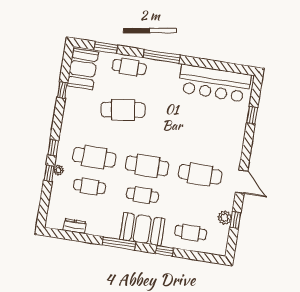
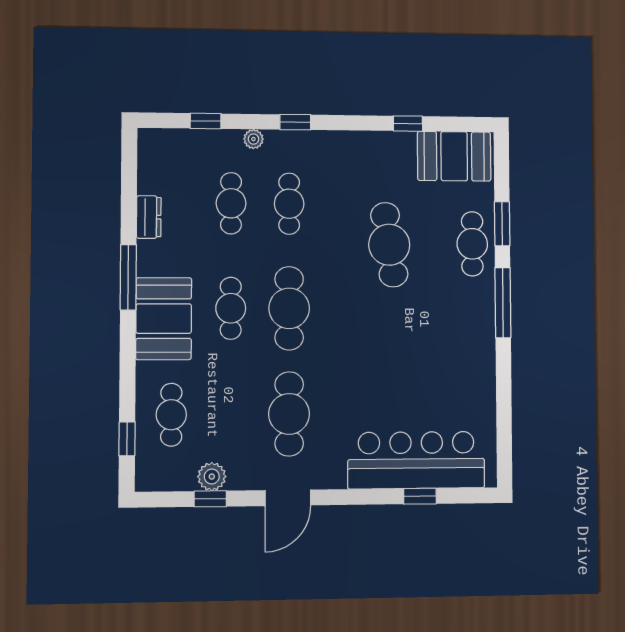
window: (106, 47) -> (502, 224), moved
bar counter: (214, 83) -> (416, 460), moved, turned 90
cafe table: (94, 157) -> (289, 204), width x0.73, depth x0.74
window: (49, 173) -> (206, 121), moved
dresser: (74, 226) -> (149, 217), moved
window: (165, 251) -> (127, 439), moved

